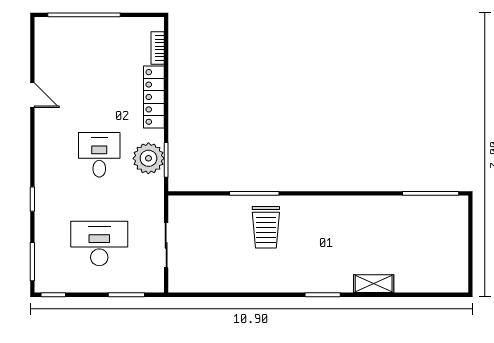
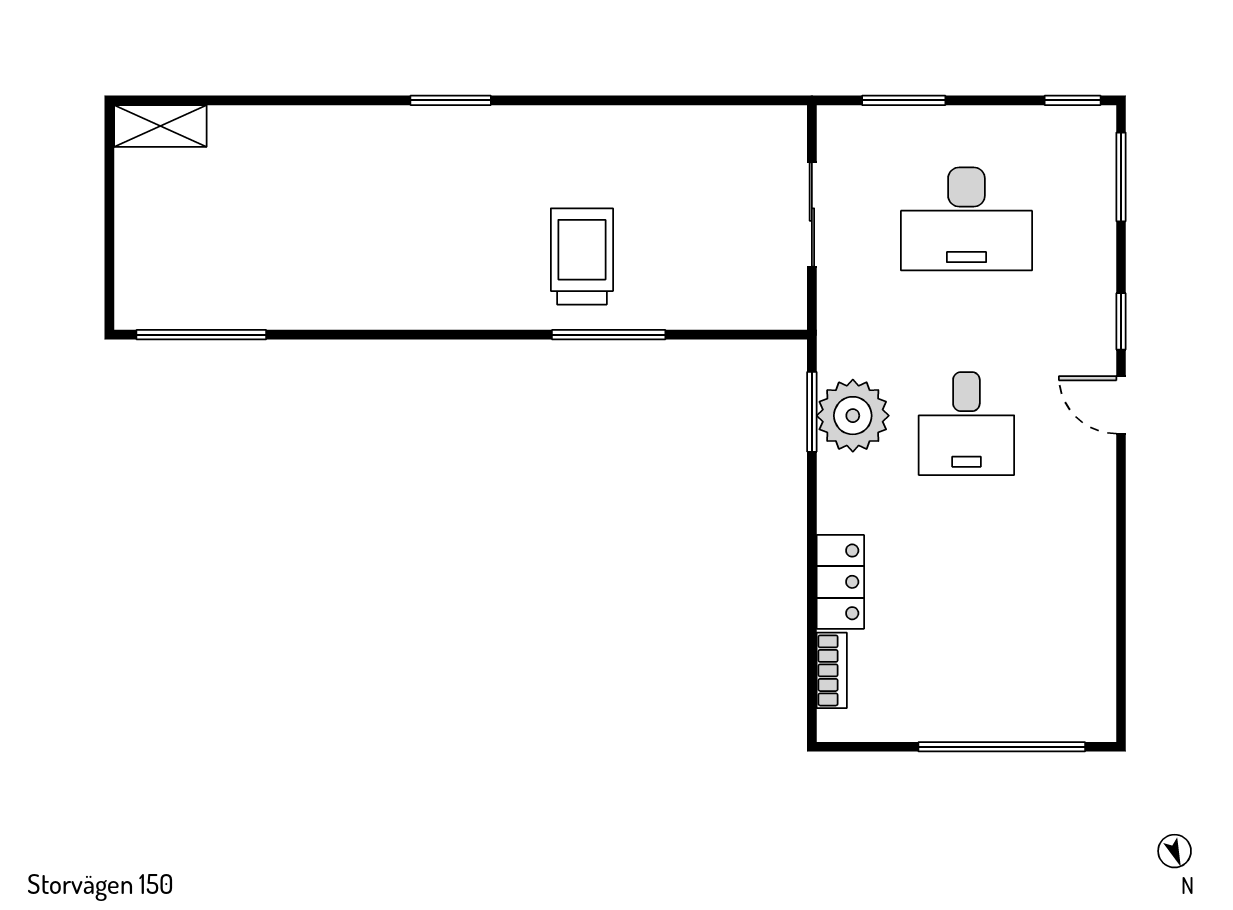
door: (32, 95) -> (1121, 405), moved
locker: (154, 97) -> (840, 582), width x0.66
shelving: (374, 284) -> (160, 126), moved

